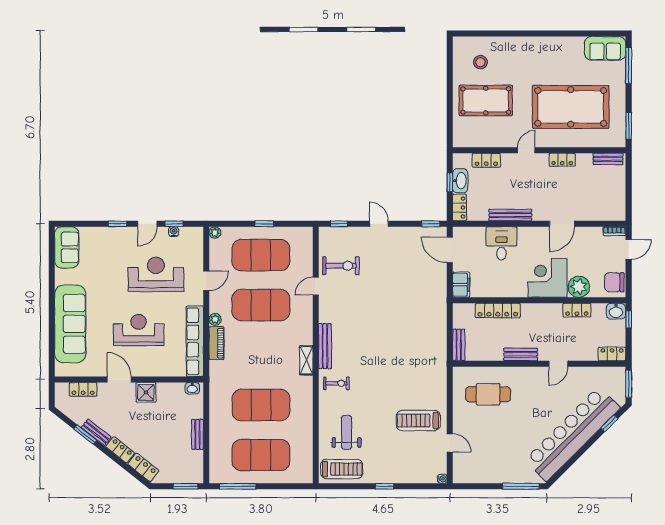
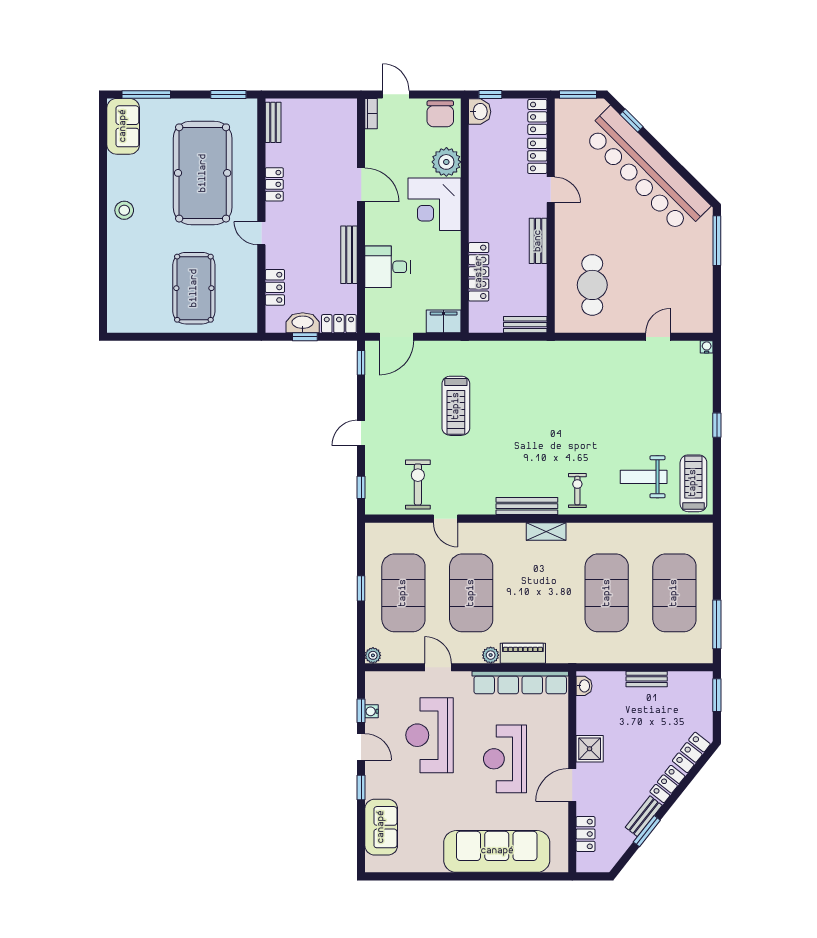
stool: (480, 62) -> (124, 210), moved
sofa: (67, 247) -> (381, 827), moved, turned 90
locker: (577, 310) -> (537, 156), moved, turned 180
treadmill: (418, 421) -> (456, 406), moved

